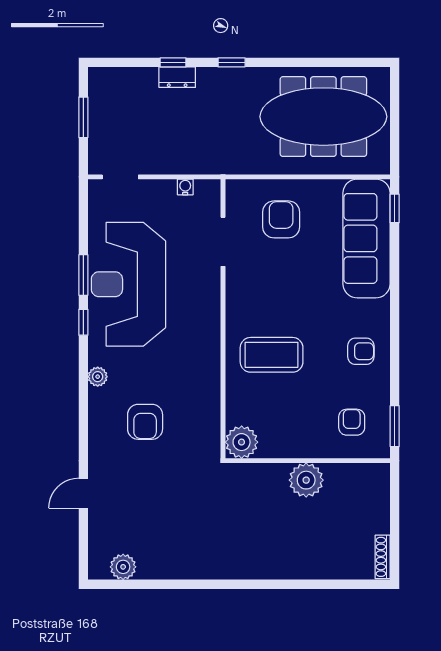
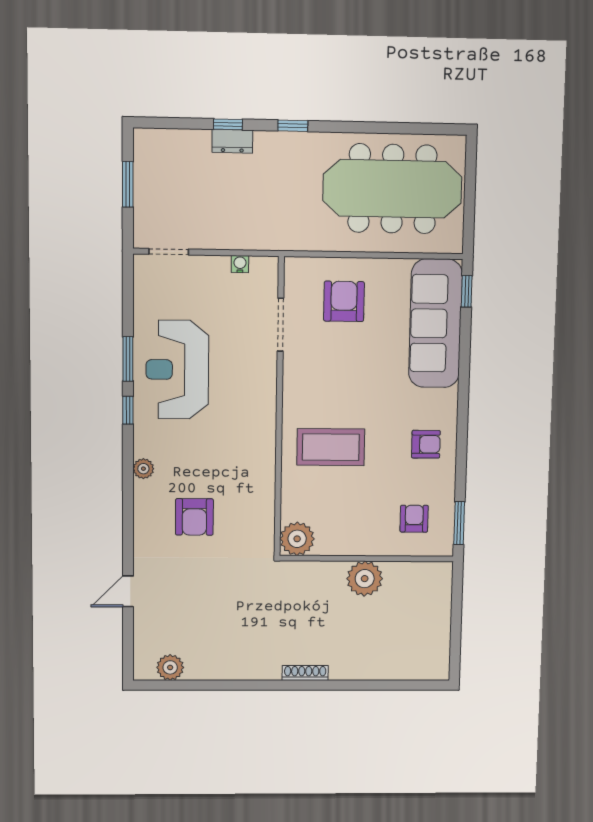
reception desk: (129, 284) -> (177, 370), width x0.74, depth x0.77
shoe rack: (383, 557) -> (305, 673), moved, turned 90

